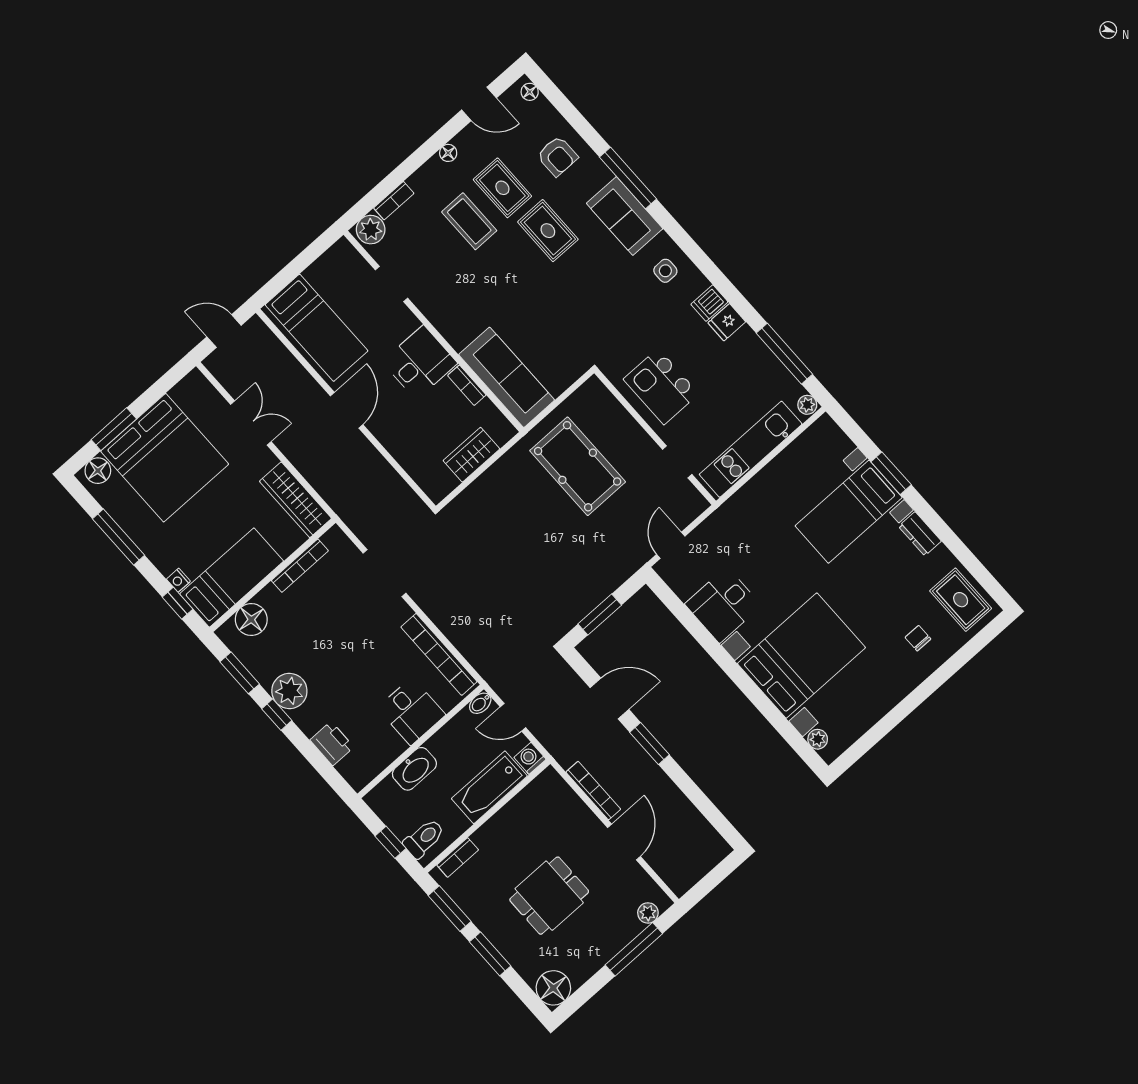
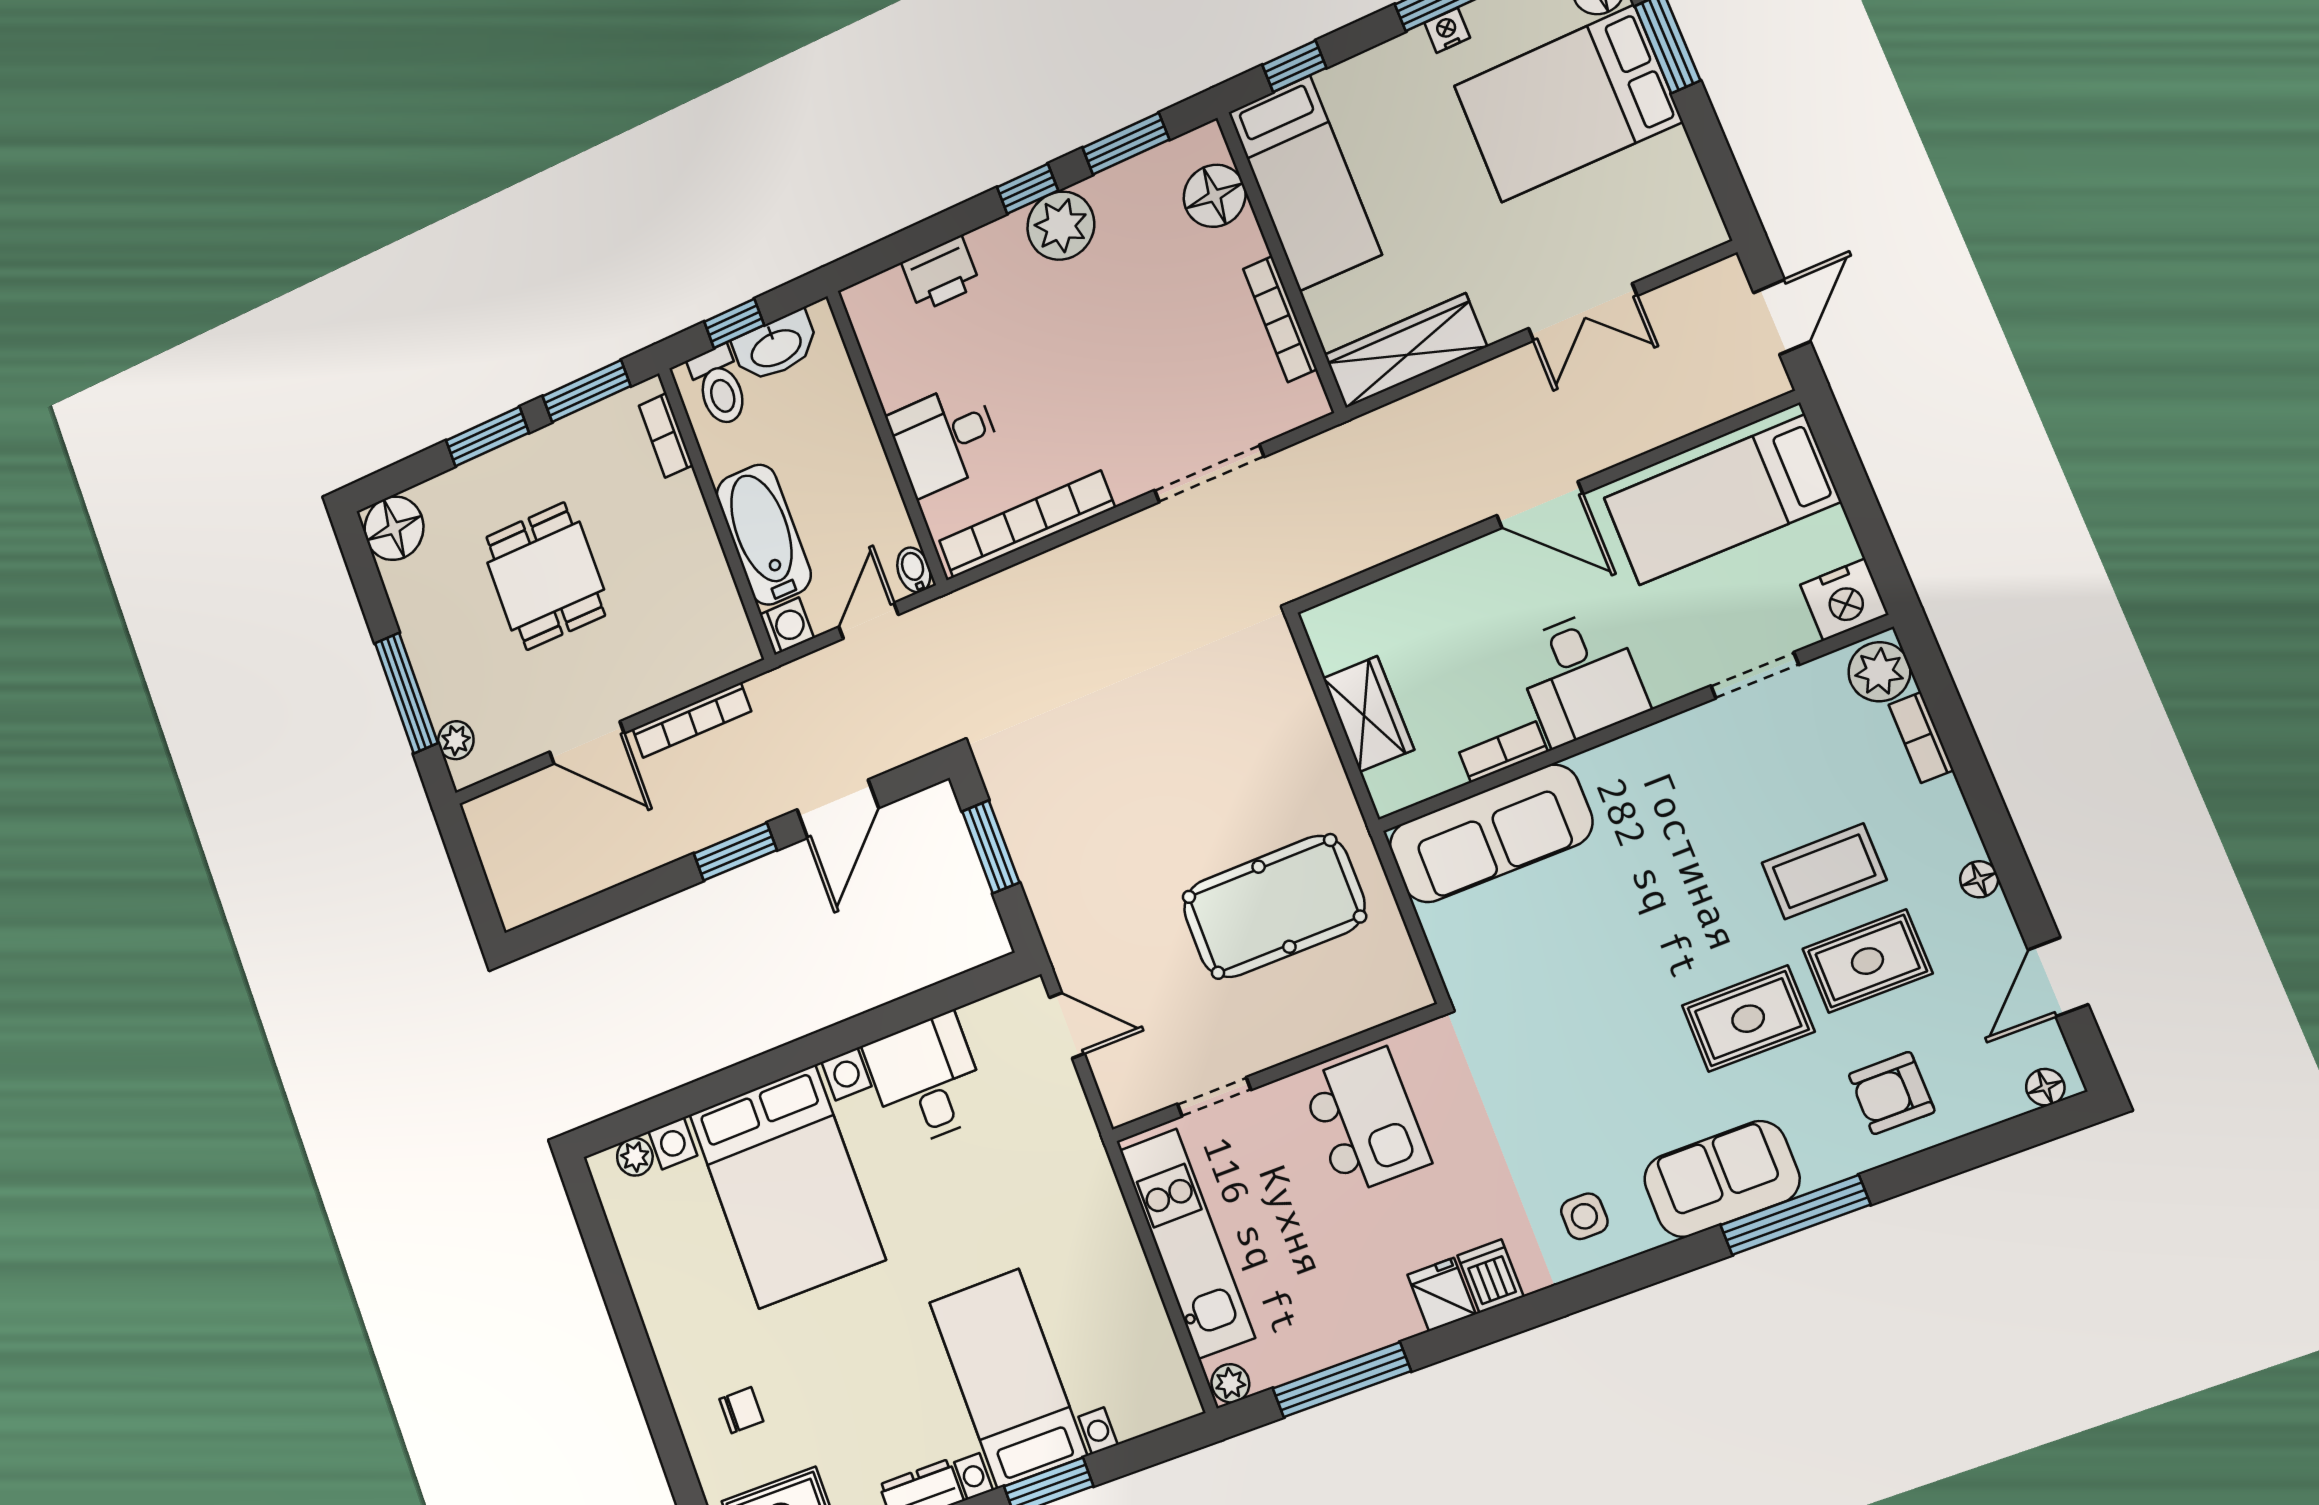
nightstand: (343, 257) -> (1844, 600), added
kitchen island: (661, 387) -> (1365, 1121), turned 90
bed: (165, 458) -> (1568, 104), width x0.73
nightstand: (178, 580) -> (1447, 30), moved
washbasin: (414, 769) -> (776, 347), moved, turned -90

